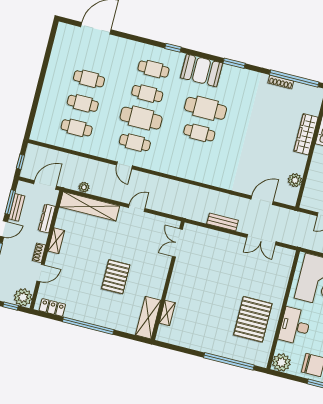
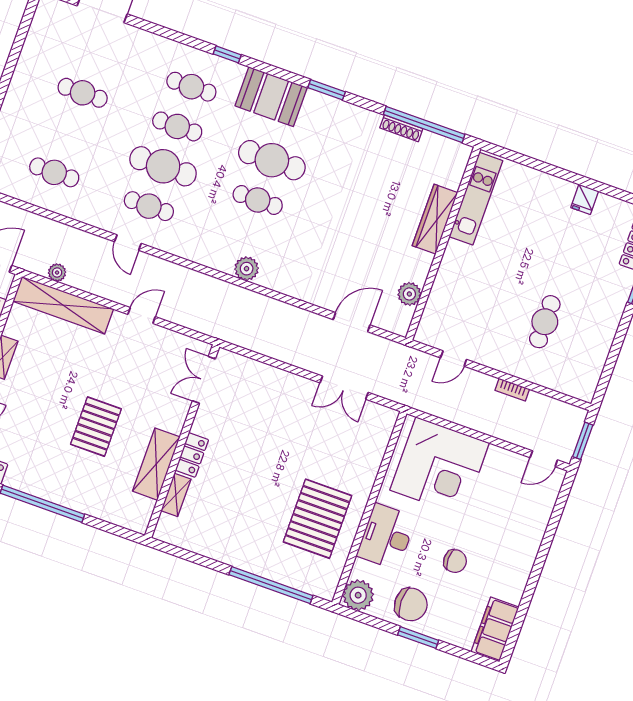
cafe table: (83, 103) -> (68, 133), removed
plant: (197, 174) -> (247, 269), added
bench: (223, 222) -> (282, 352), removed
locker: (175, 288) -> (192, 455), added
shelving: (148, 318) -> (156, 464), moved

